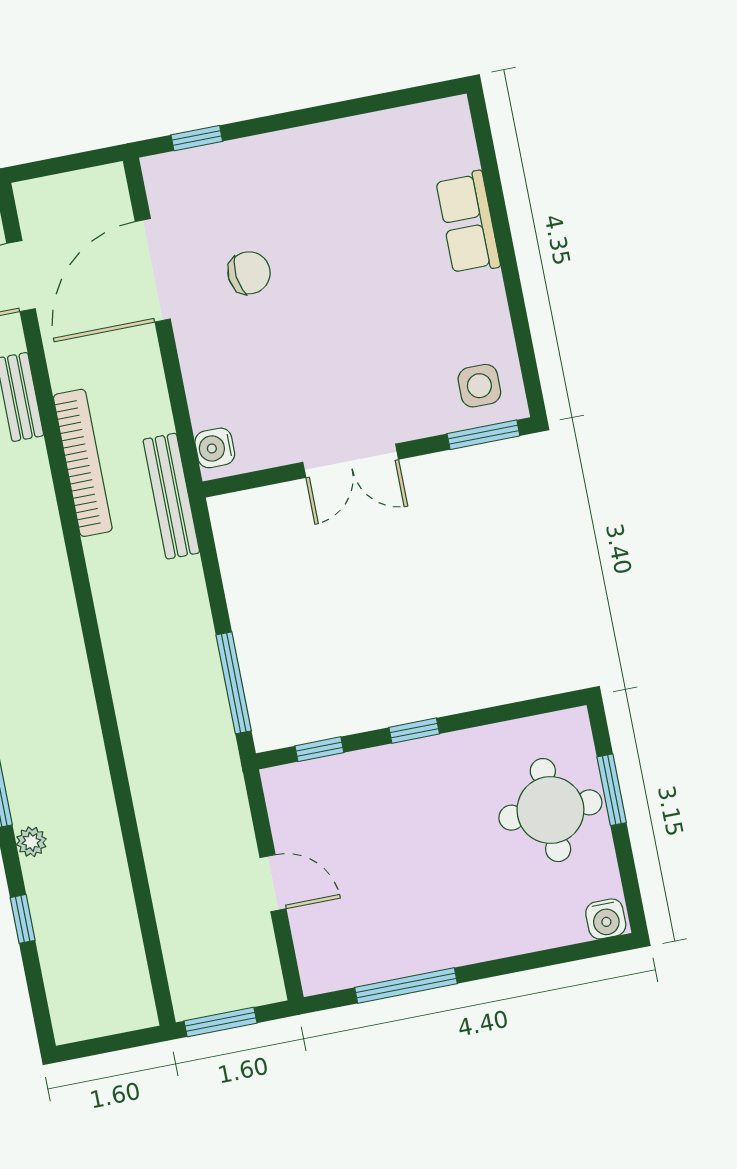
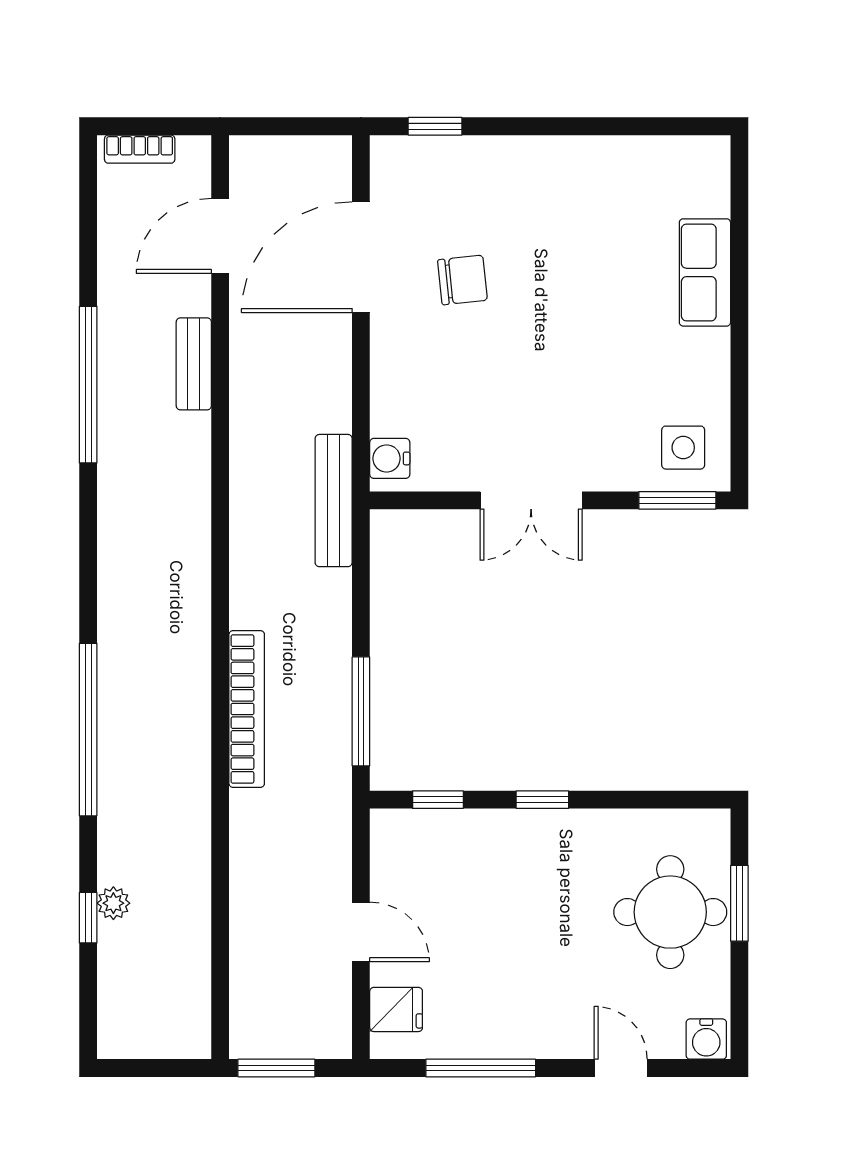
bookcase: (83, 463) -> (247, 709), moved
plant: (31, 842) -> (113, 903), moved
fridge: (319, 947) -> (396, 1009), added
door: (533, 961) -> (621, 1068), added

